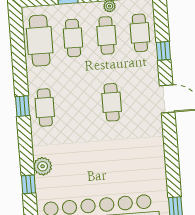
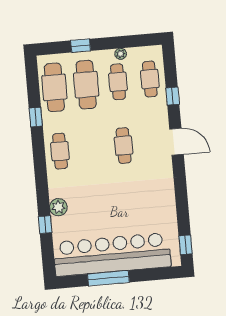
cafe table: (73, 38) -> (86, 85), width x1.37, depth x1.35
window: (22, 106) -> (36, 117), moved

